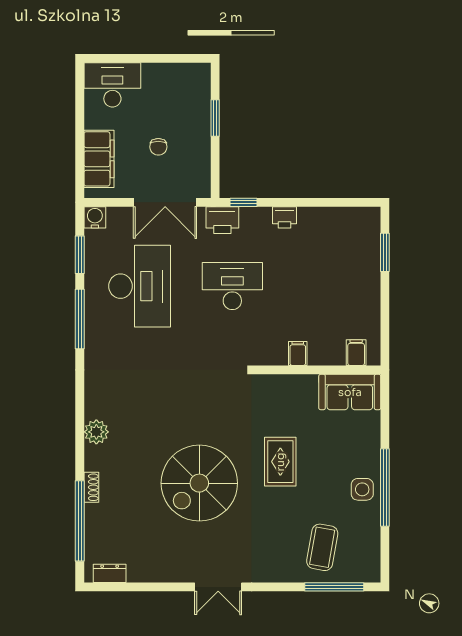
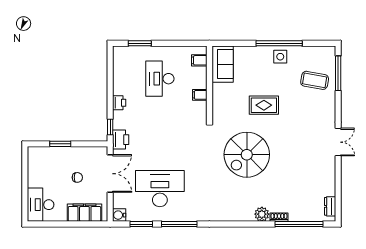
desk: (232, 286) -> (160, 79), moved
plant: (96, 432) -> (262, 214), moved
spiral stairs: (199, 483) -> (247, 155), moved, turned 90

